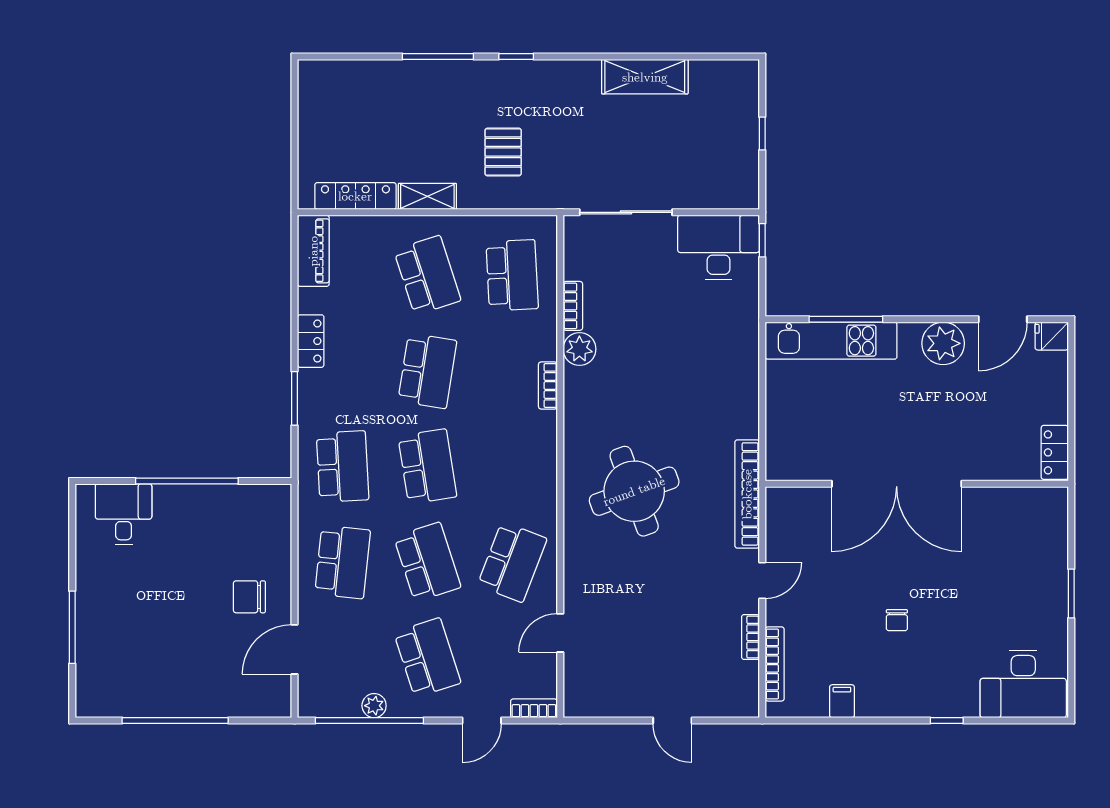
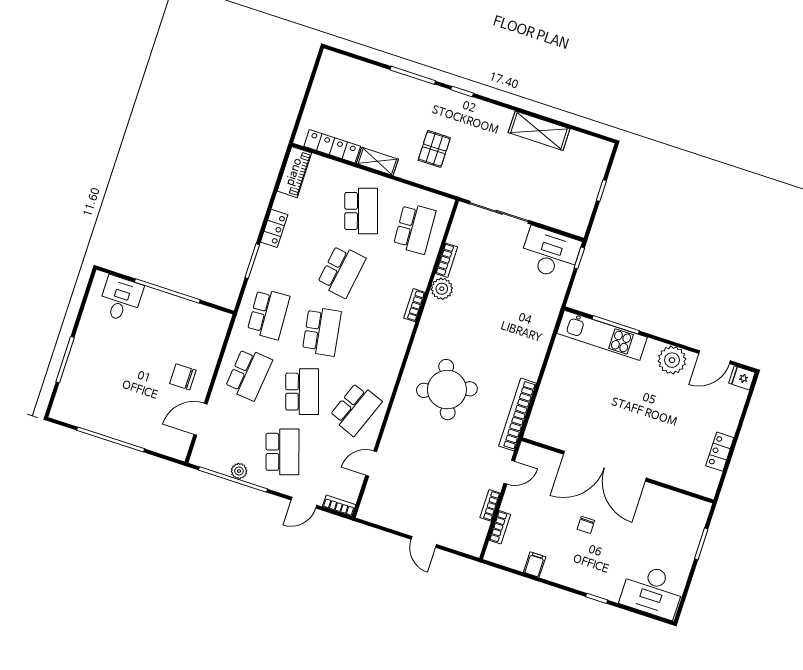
double door: (897, 484) -> (605, 466), moved
wall: (917, 484) -> (618, 470), moved
bookcase: (775, 664) -> (500, 527), width x0.64

